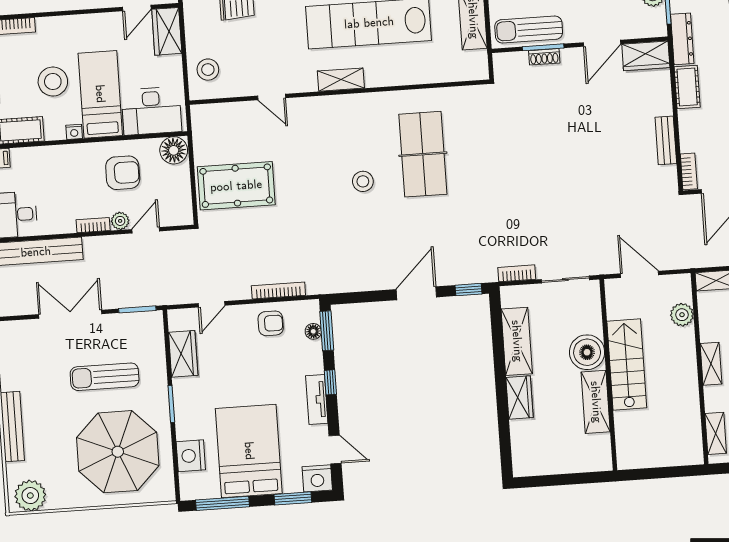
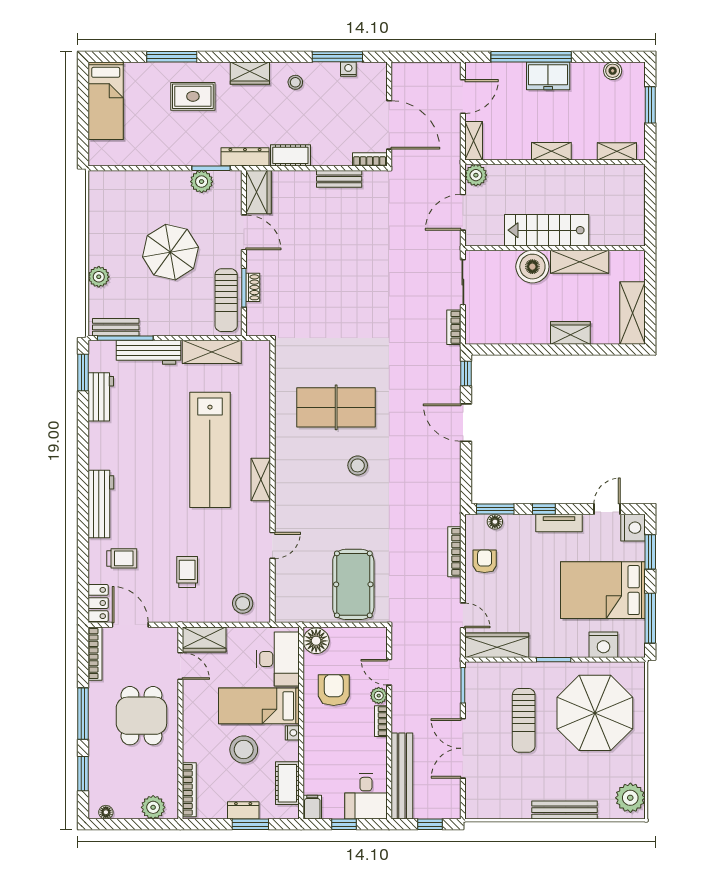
plant: (682, 315) -> (476, 175), moved
shelving: (517, 341) -> (632, 313), moved, turned 90
wardrobe: (183, 354) -> (497, 645), width x1.50

